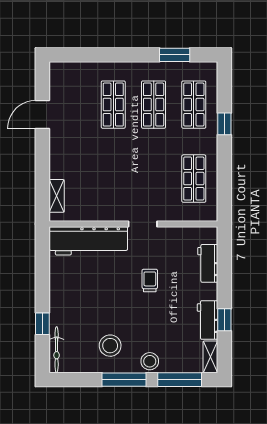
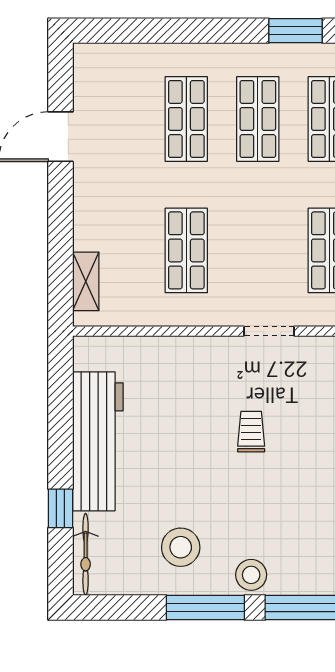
shop shelf: (113, 179) -> (186, 250), added
doorway: (143, 224) -> (269, 331), moved
workbench: (88, 241) -> (98, 441), moved, turned -90

